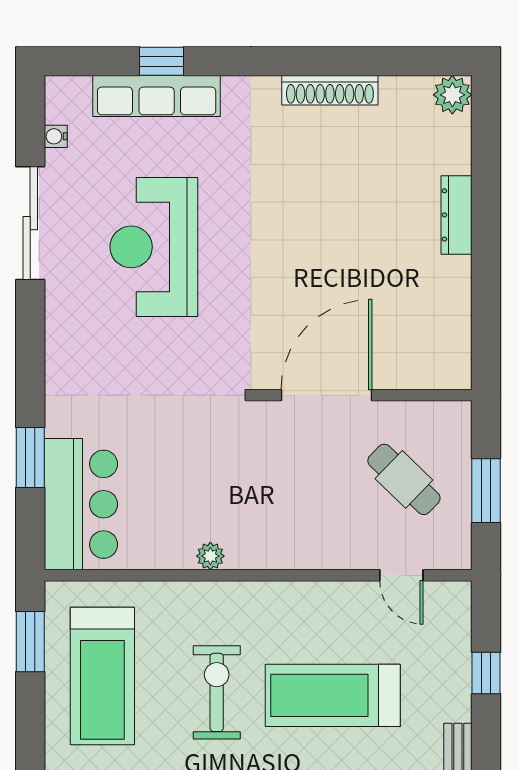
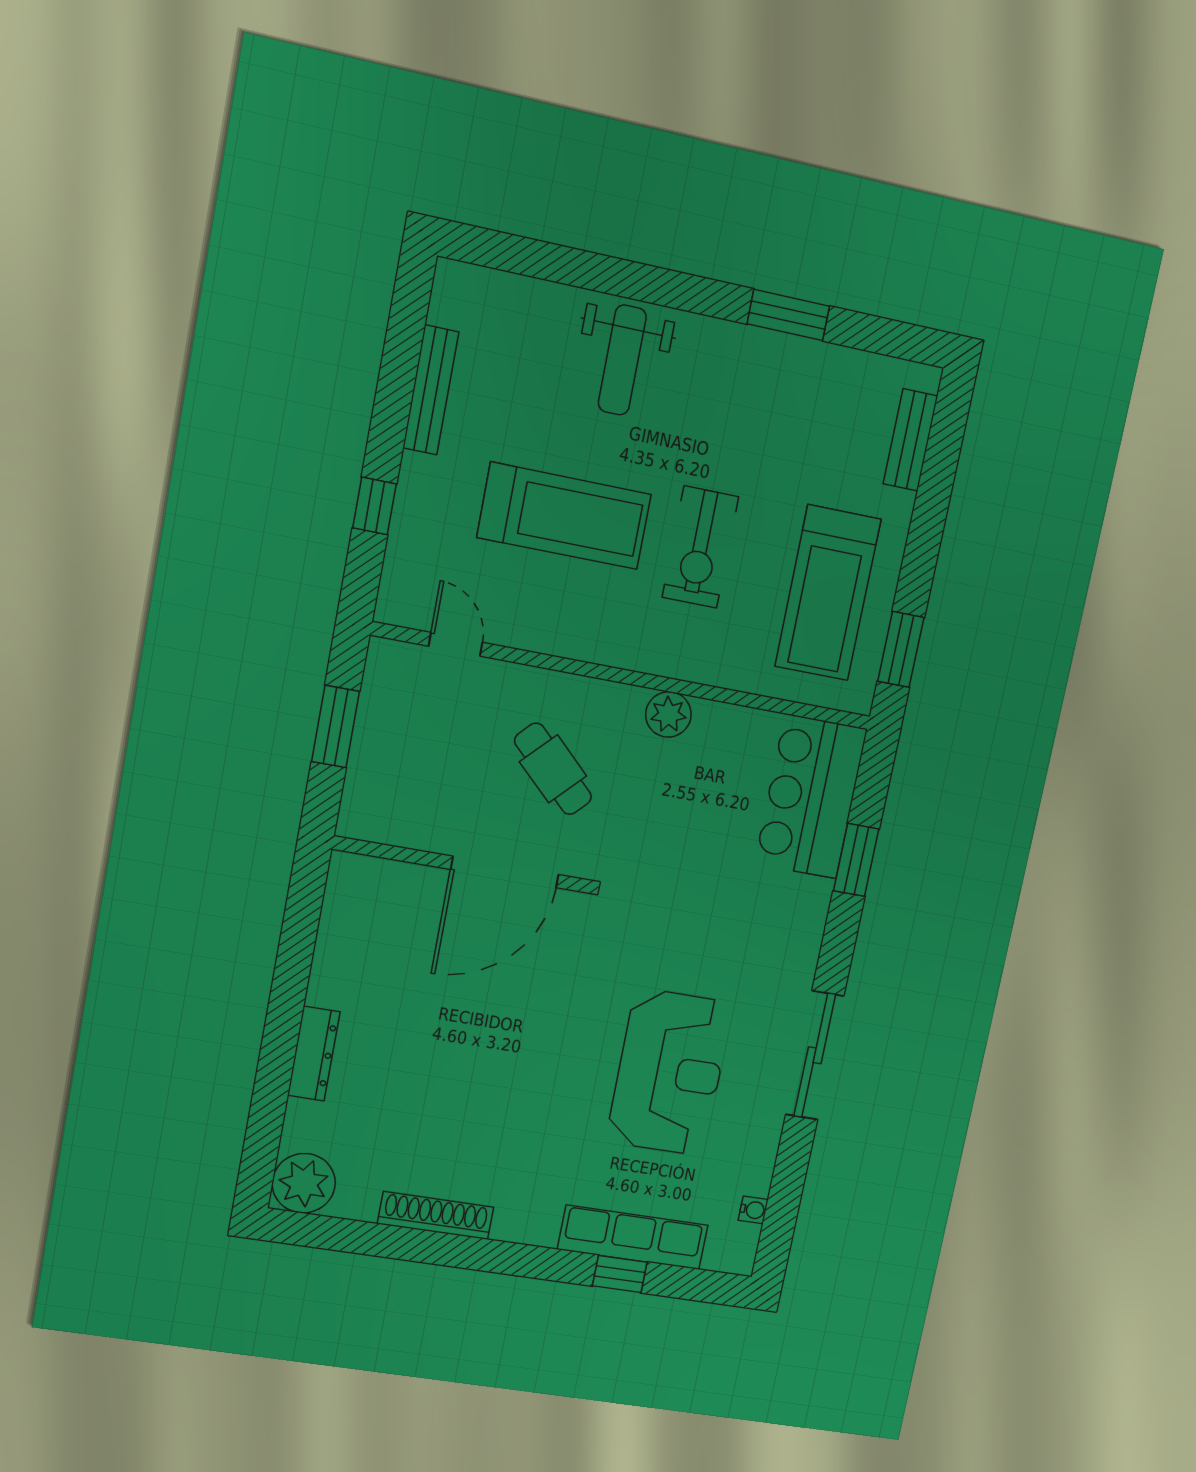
plant: (452, 95) -> (304, 1183), width x1.36, depth x1.36
sliding door: (30, 223) -> (815, 1055), moved
cafe table: (404, 479) -> (553, 769), moved
plant: (210, 556) -> (668, 714), width x1.38, depth x1.38
treadmill: (102, 676) -> (828, 593), turned 180

